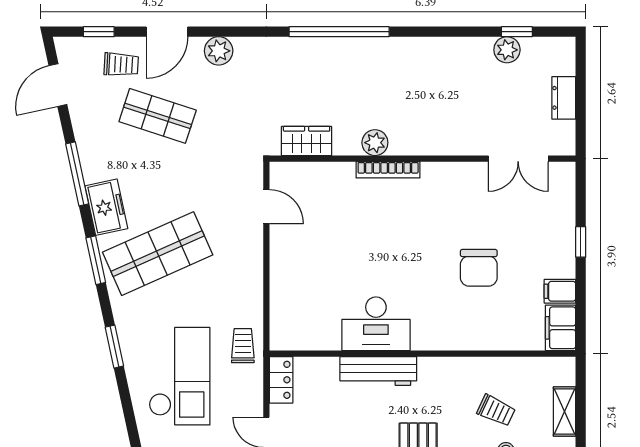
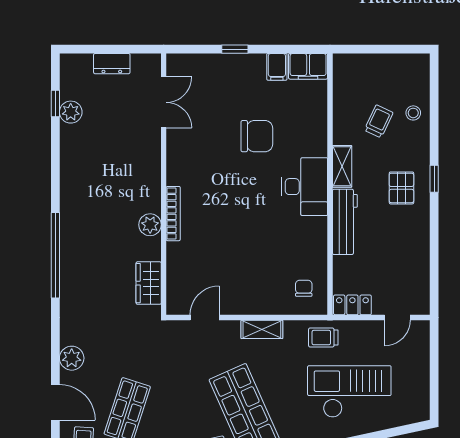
shelving: (252, 274) -> (262, 329), added
chair: (301, 323) -> (304, 288), added
desk: (376, 324) -> (305, 187), moved
shelving: (565, 412) -> (342, 166), moved, turned 90

